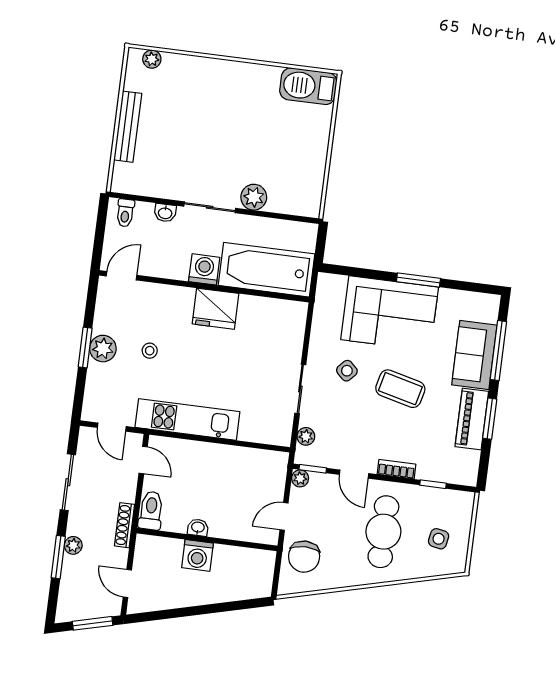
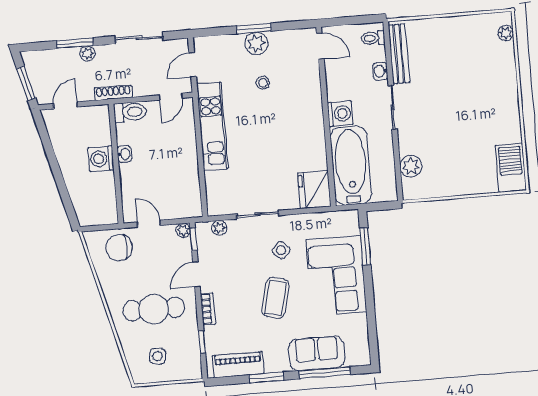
bench: (128, 127) -> (399, 54), moved, turned 90
plant: (254, 197) -> (411, 166), moved
window: (418, 280) -> (365, 246), moved
fridge: (216, 309) -> (314, 190), moved
piano: (472, 419) -> (238, 365), moved

